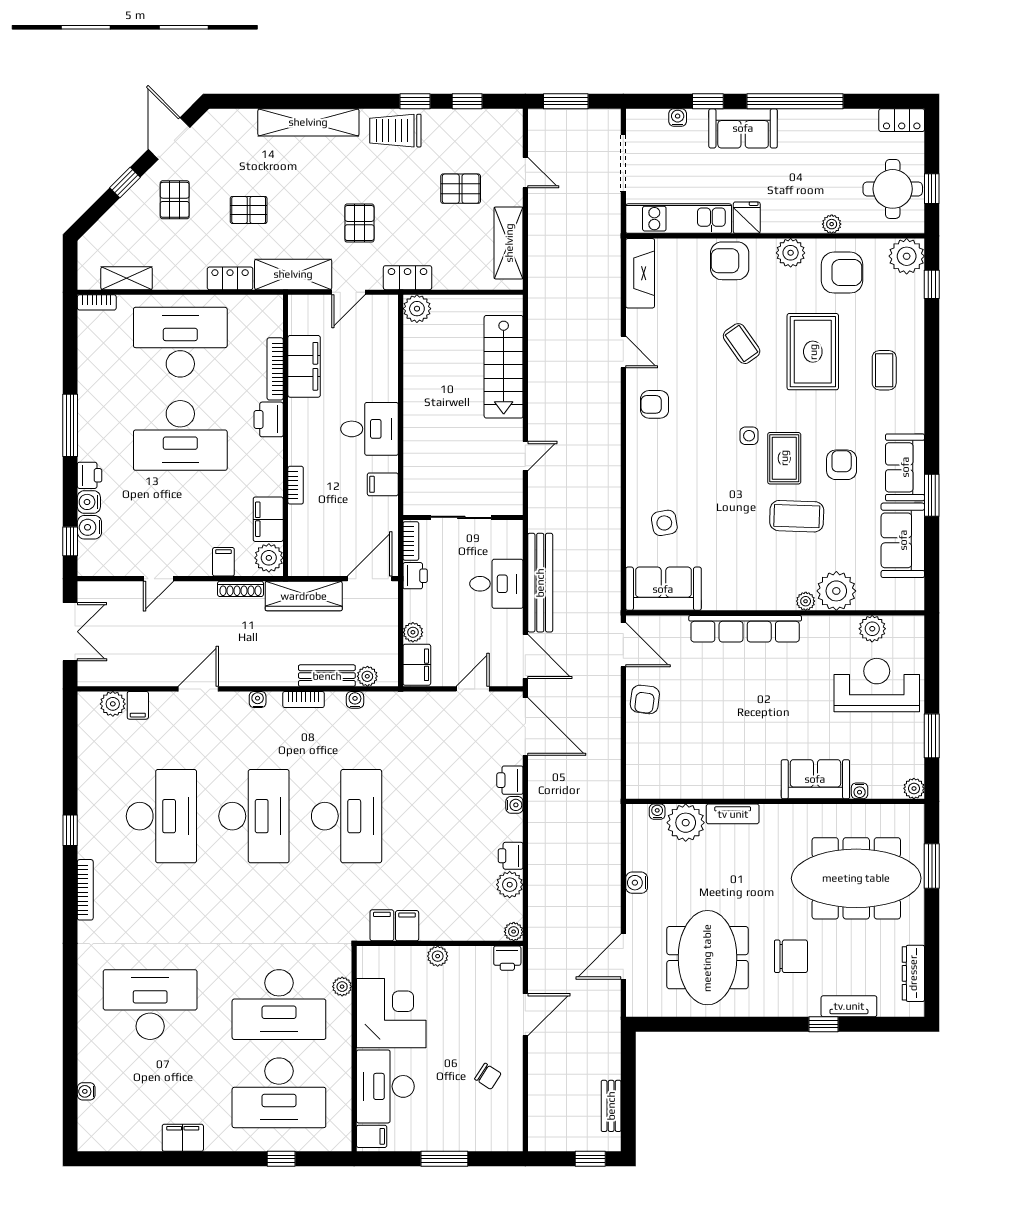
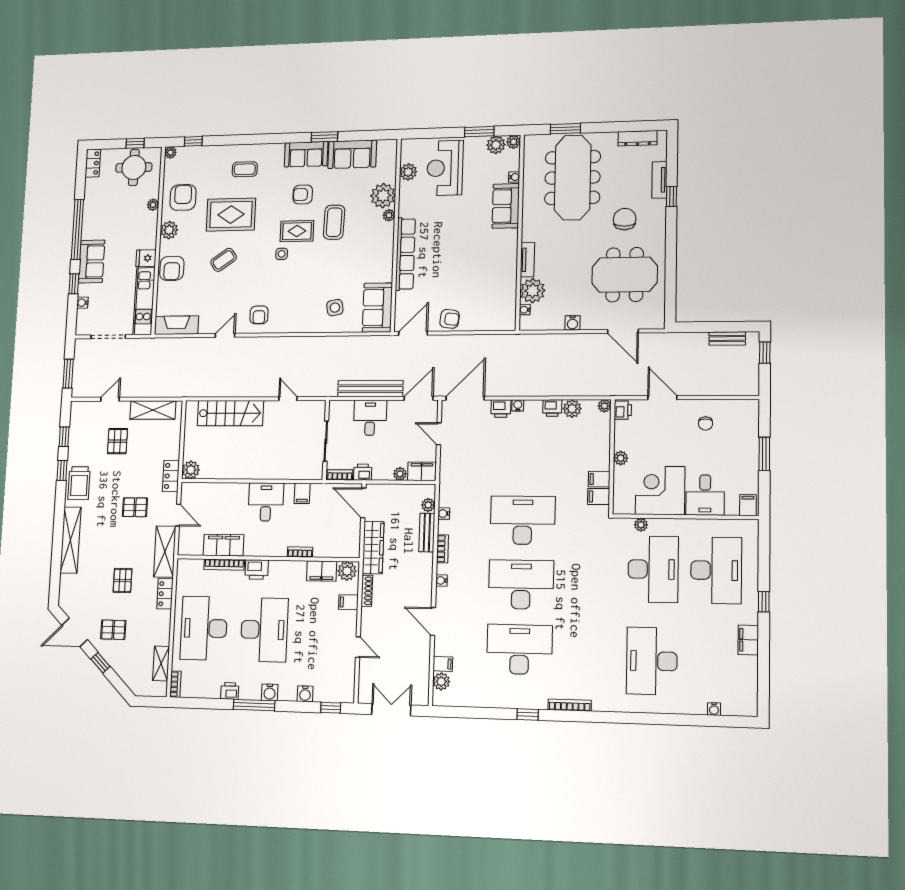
plant: (907, 256) -> (170, 152), width x0.53, depth x0.53
printer: (90, 475) -> (230, 691), moved
water cooler: (89, 527) -> (270, 692), moved
plant: (910, 762) -> (496, 145), added
chair: (488, 1076) -> (706, 424), turned 147
desk: (385, 1086) -> (705, 495), width x0.73
window: (281, 1159) -> (764, 602), moved

